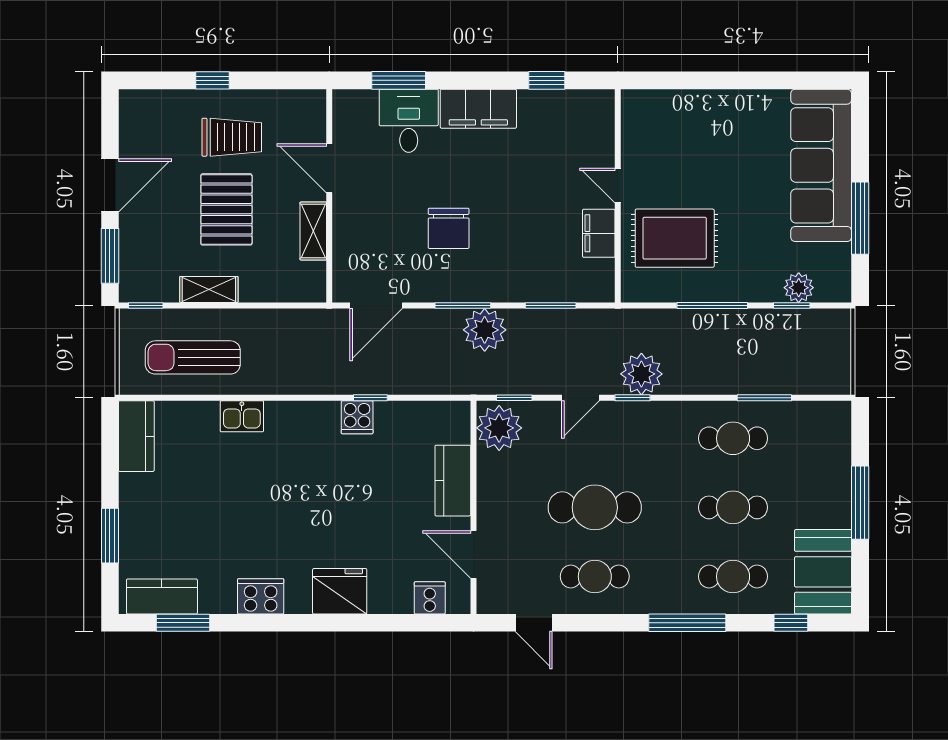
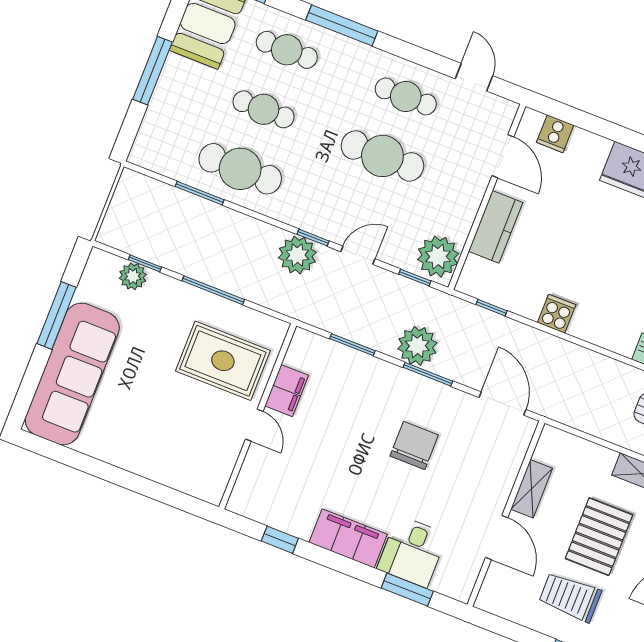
door: (376, 305) -> (503, 404), hinge flipped
window: (370, 398) -> (492, 308), moved
cafe table: (733, 438) -> (240, 169), width x1.37, depth x1.35

